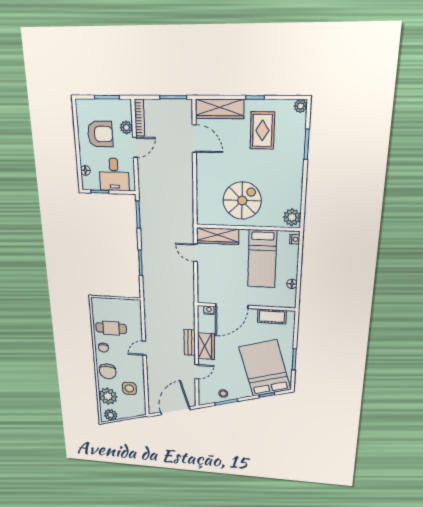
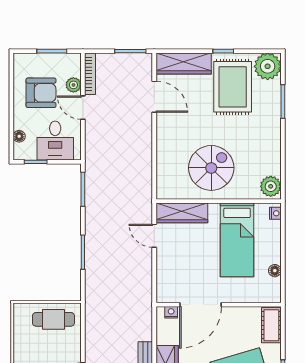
plant: (301, 106) -> (268, 66), width x1.87, depth x1.87
rug: (262, 130) -> (233, 87), width x1.36, depth x1.43
door: (135, 147) -> (83, 108), swing flipped
cot: (272, 316) -> (271, 325), moved, turned 90
cafe table: (111, 328) -> (53, 319), moved

